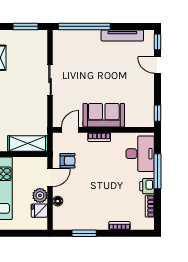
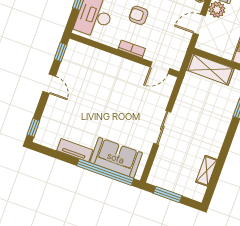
tv unit: (122, 35) -> (75, 150), width x0.71
door: (158, 65) -> (49, 84), moved
sofa: (104, 115) -> (116, 158), moved, turned 180
armchair: (67, 161) -> (139, 15), moved

